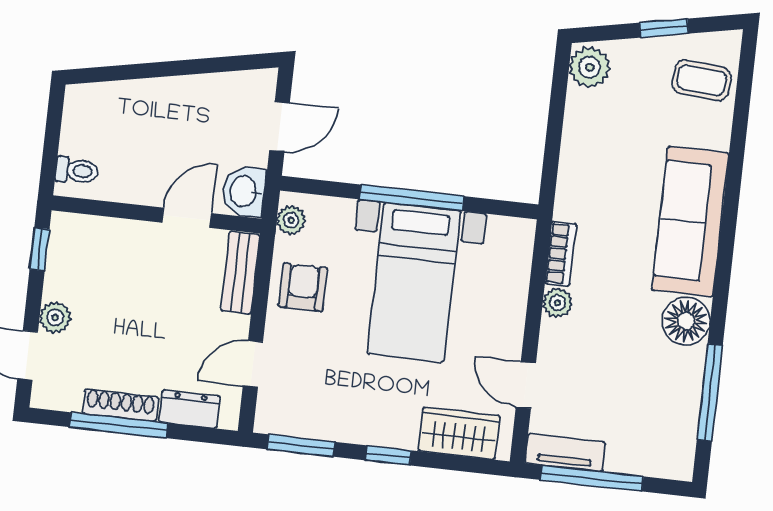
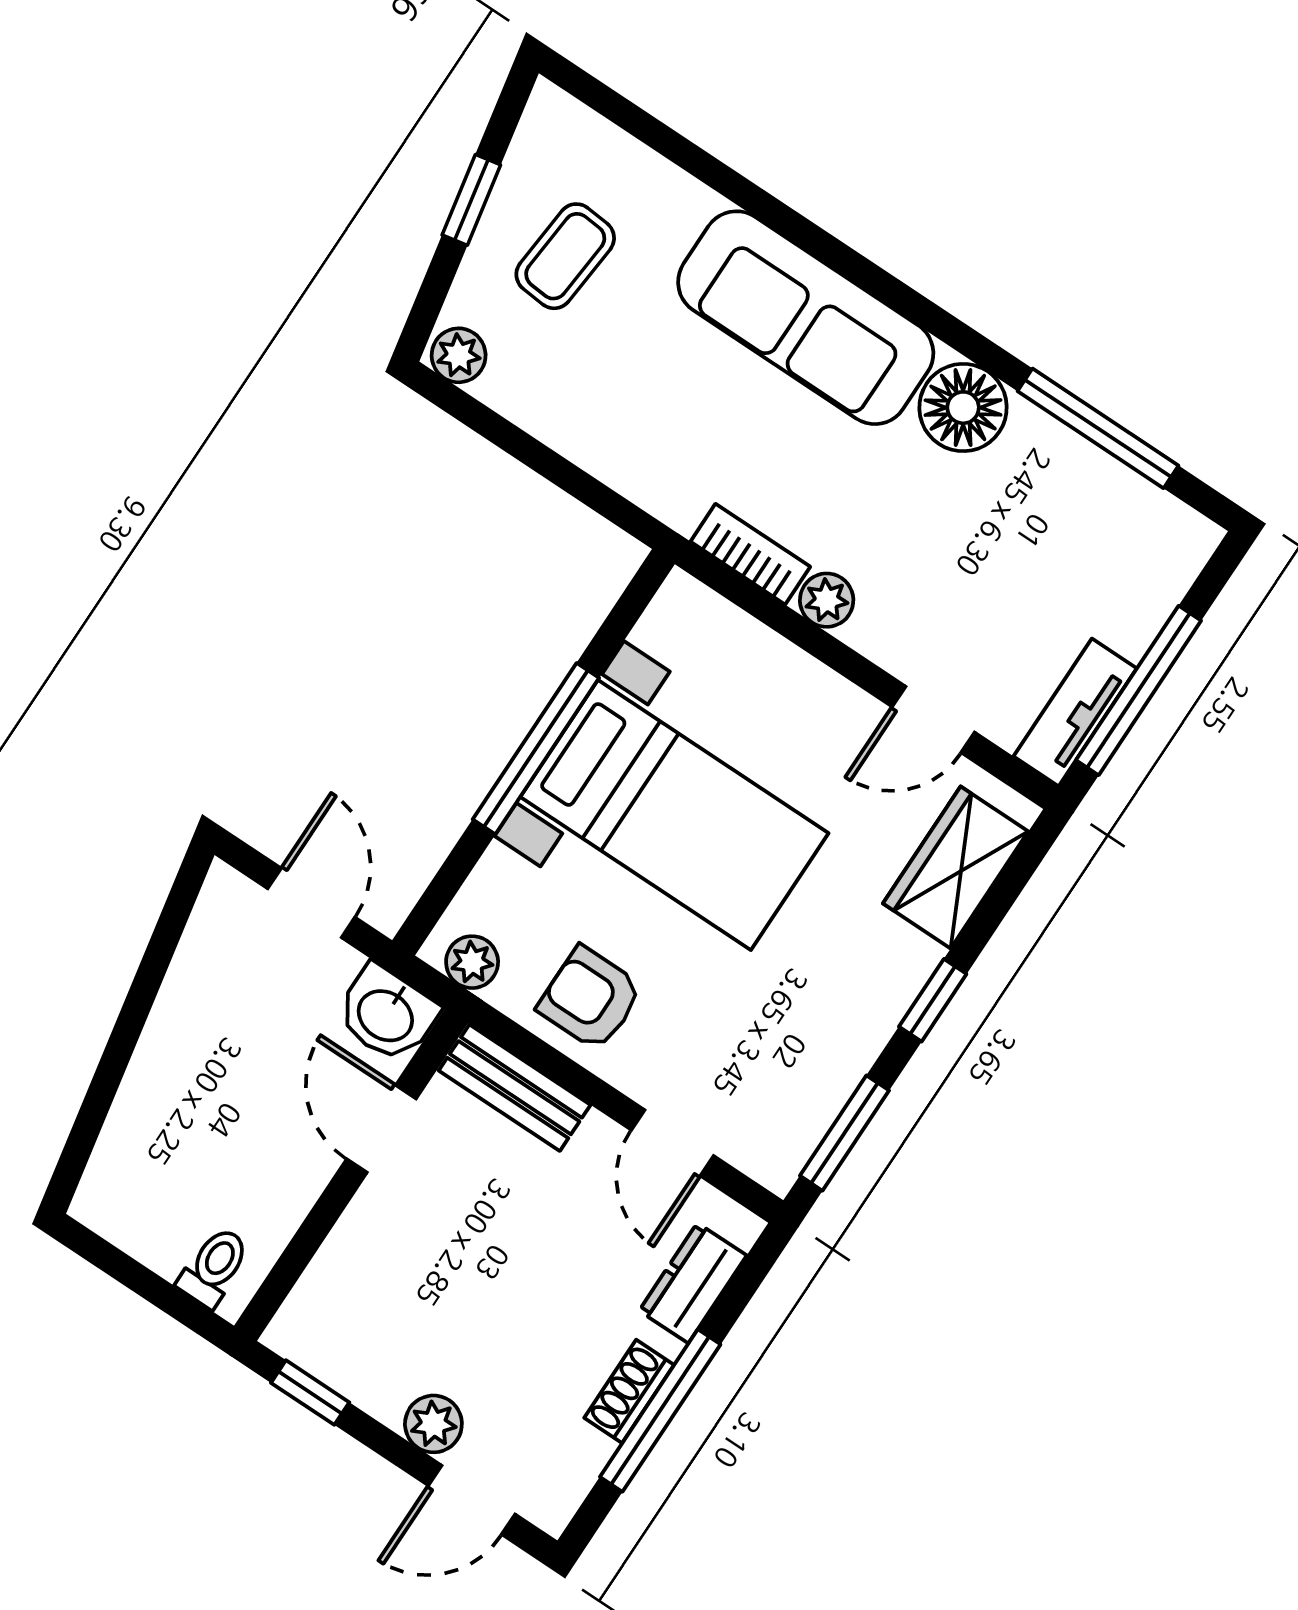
plant: (590, 67) -> (459, 355), width x0.73, depth x0.73
coffee table: (702, 80) -> (565, 256), moved
shoe rack: (120, 405) -> (629, 1391), width x0.70

